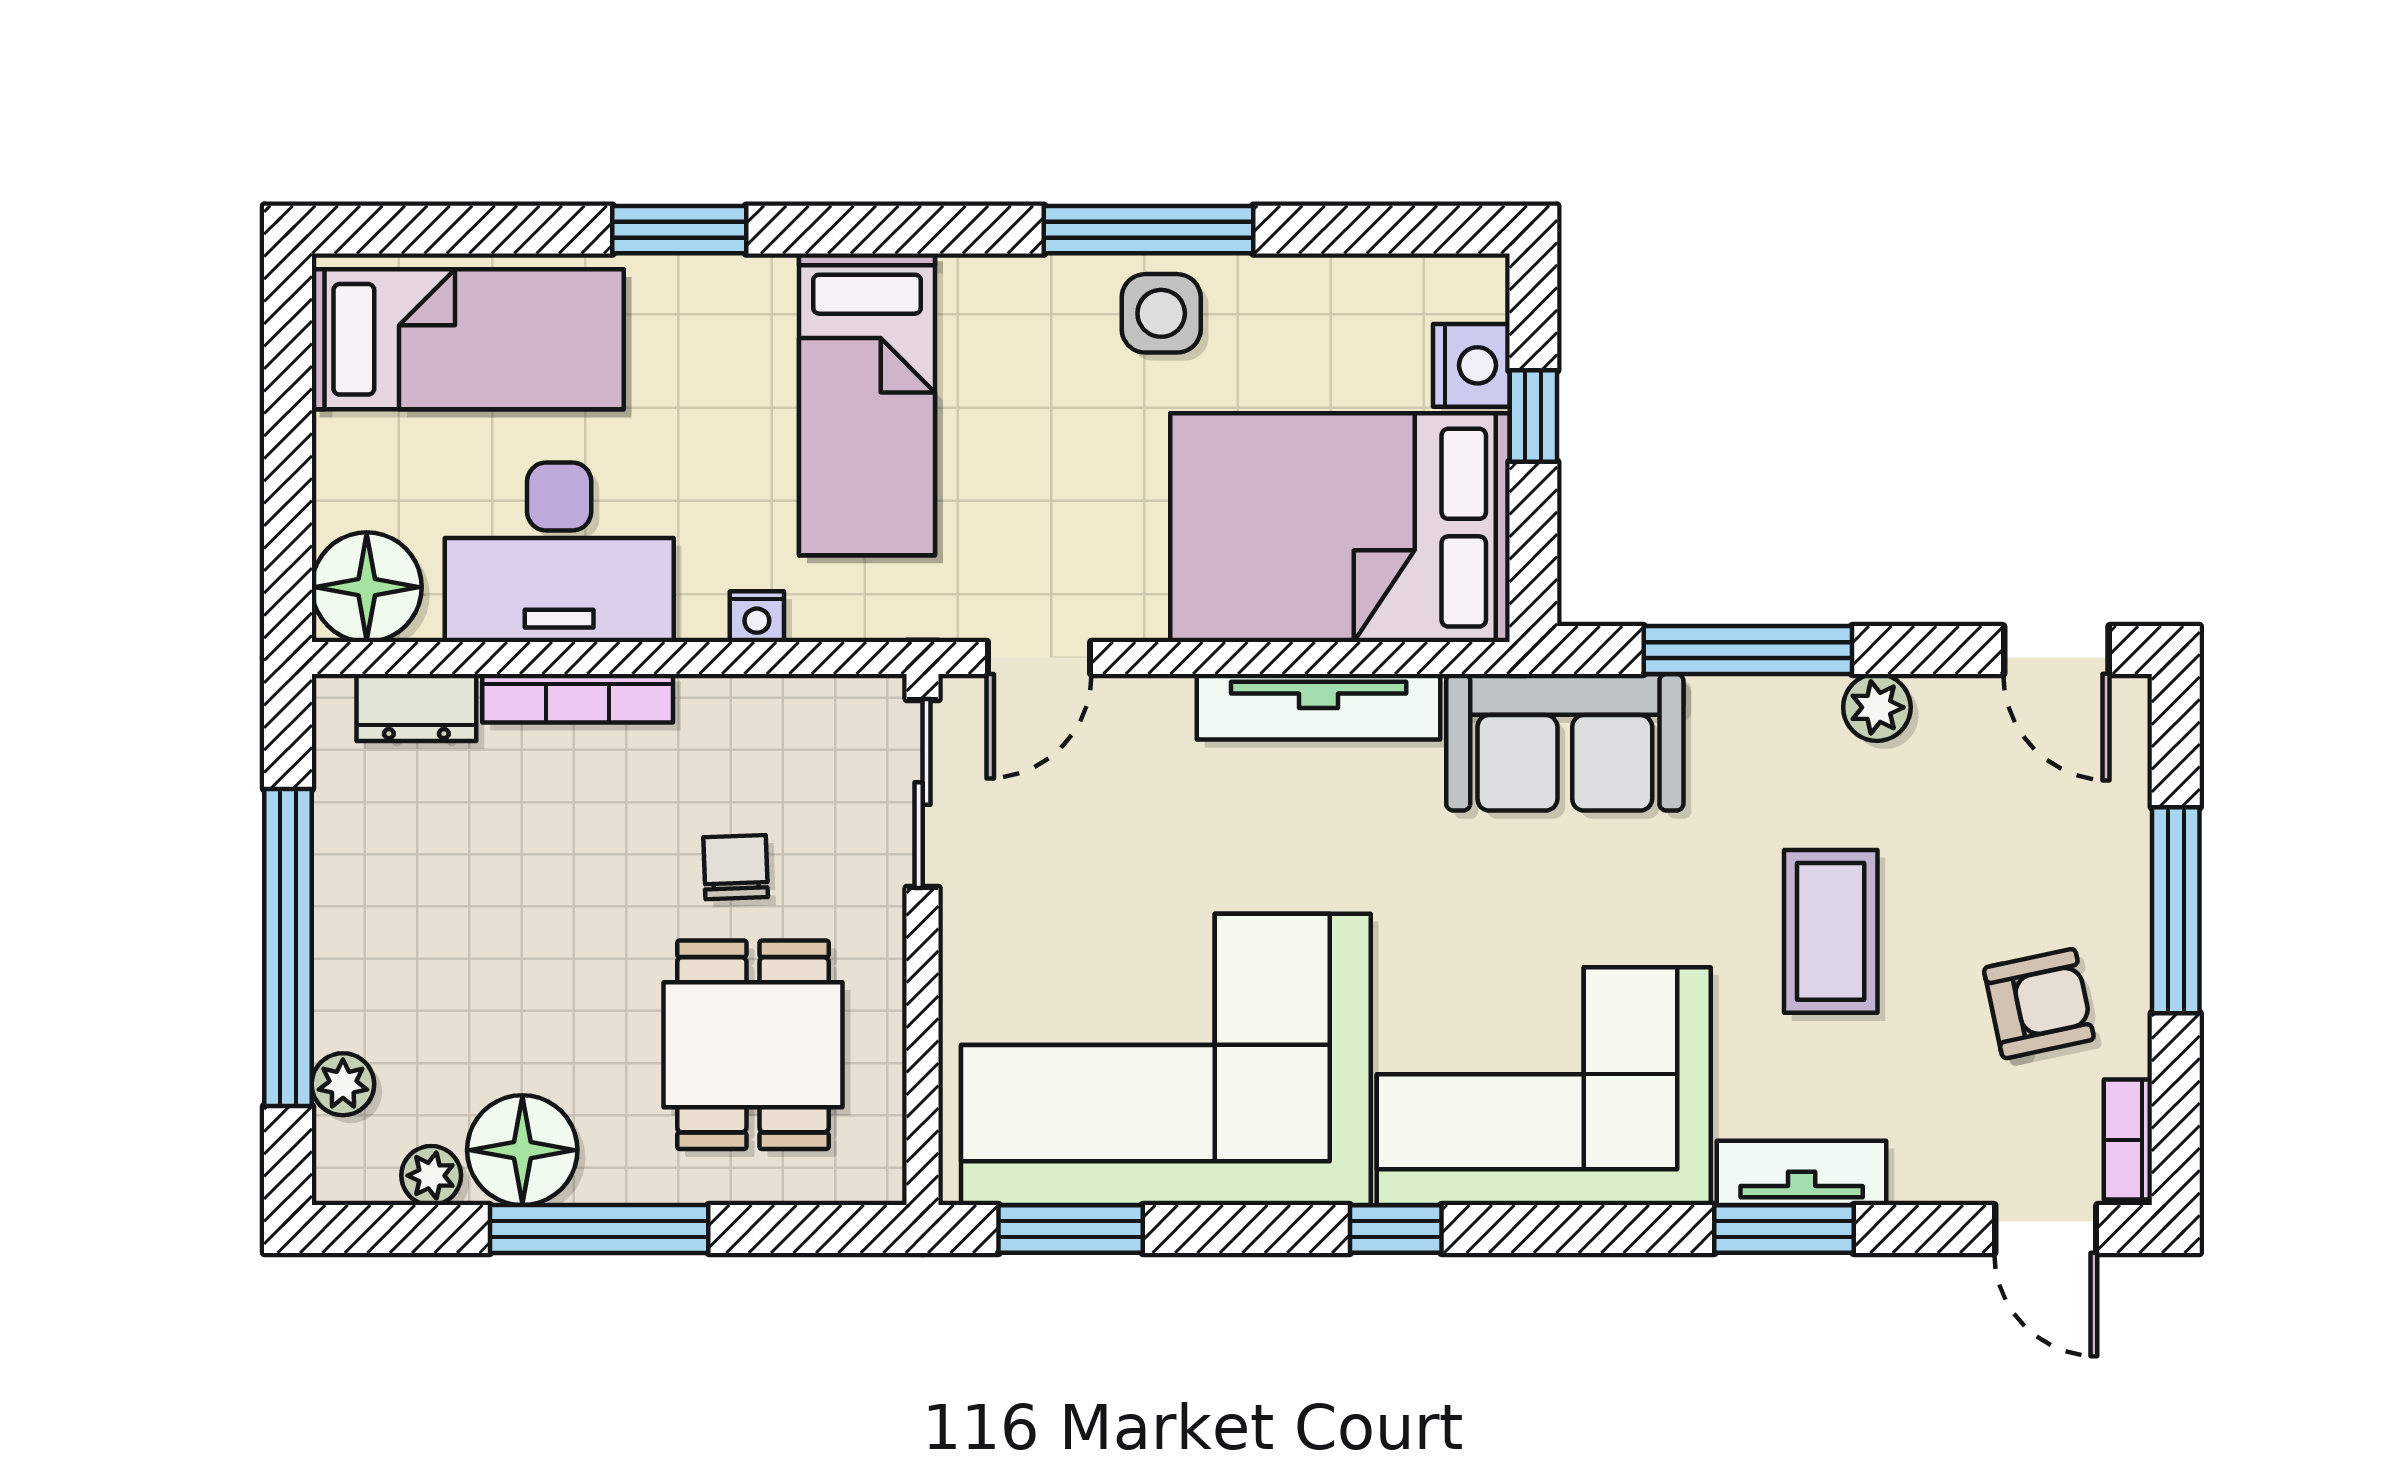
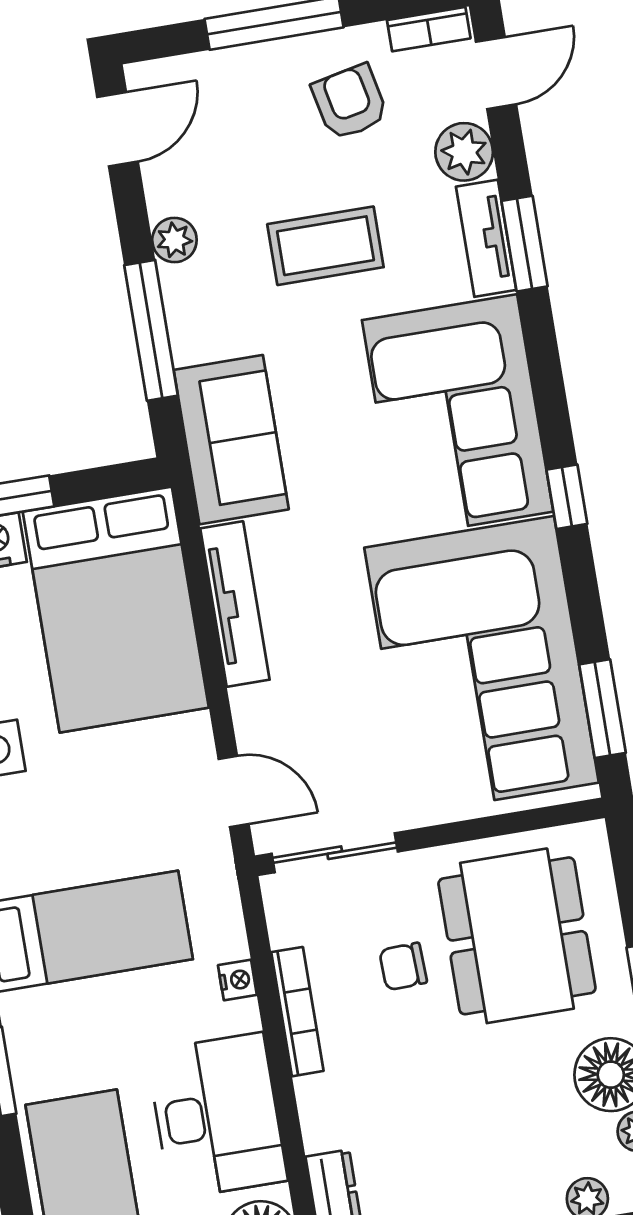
bookcase: (578, 698) -> (297, 1012), moved
dining table: (753, 1045) -> (517, 936), width x1.38
plant: (1936, 1162) -> (464, 152), added

